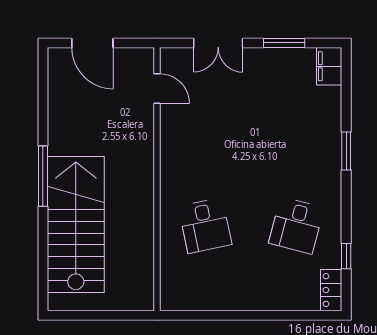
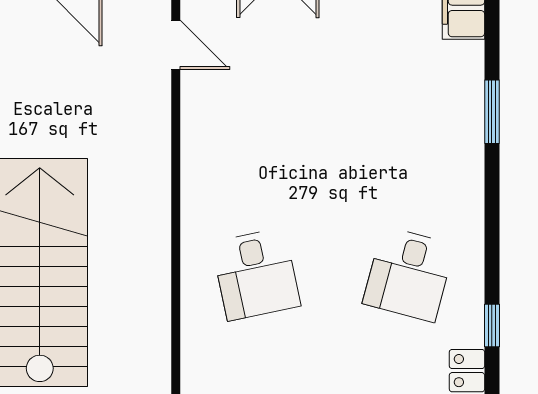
window: (346, 151) -> (492, 112), moved

